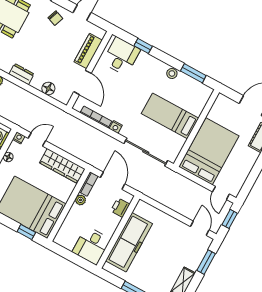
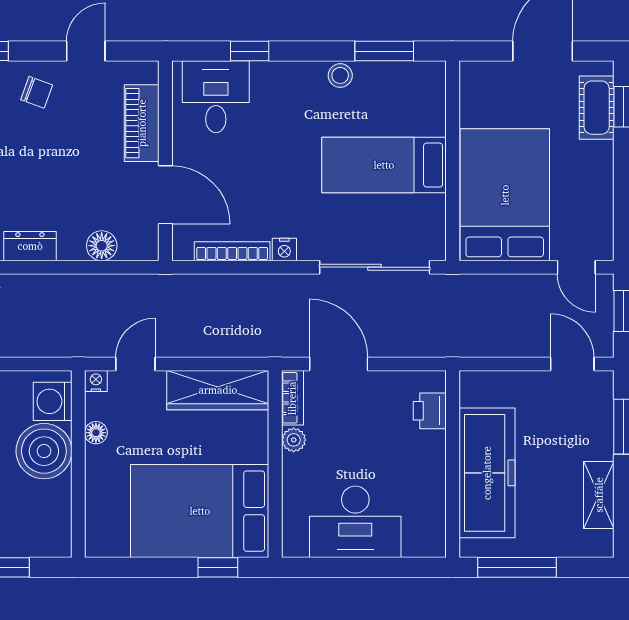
printer: (120, 208) -> (430, 411), moved
wall: (118, 232) -> (453, 464), moved
freezer: (129, 242) -> (487, 473), moved
desk: (91, 245) -> (355, 522), width x1.37

